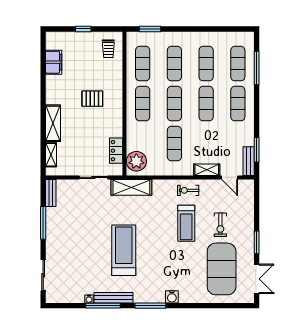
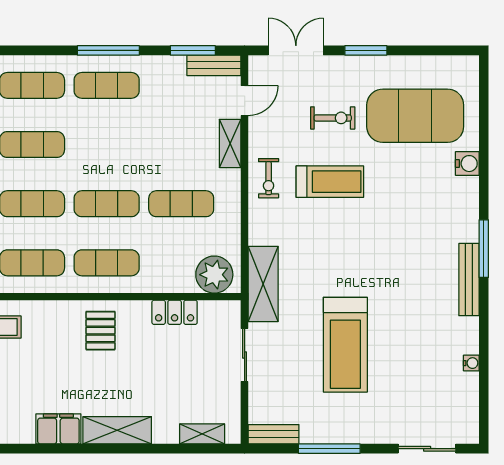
filing cabinet: (54, 62) -> (58, 429), moved
window: (257, 68) -> (108, 50), moved
pallet: (92, 99) -> (101, 331), moved
exercise mat: (206, 104) -> (107, 145), removed
shelving: (53, 123) -> (117, 430), moved
locker: (116, 151) -> (175, 312), moved
treadmill: (124, 250) -> (345, 345), moved, turned -90
double door: (257, 279) -> (296, 50), moved
water cooler: (172, 297) -> (467, 164), moved
bench: (114, 298) -> (469, 280), moved
window: (103, 306) -> (484, 337), removed

